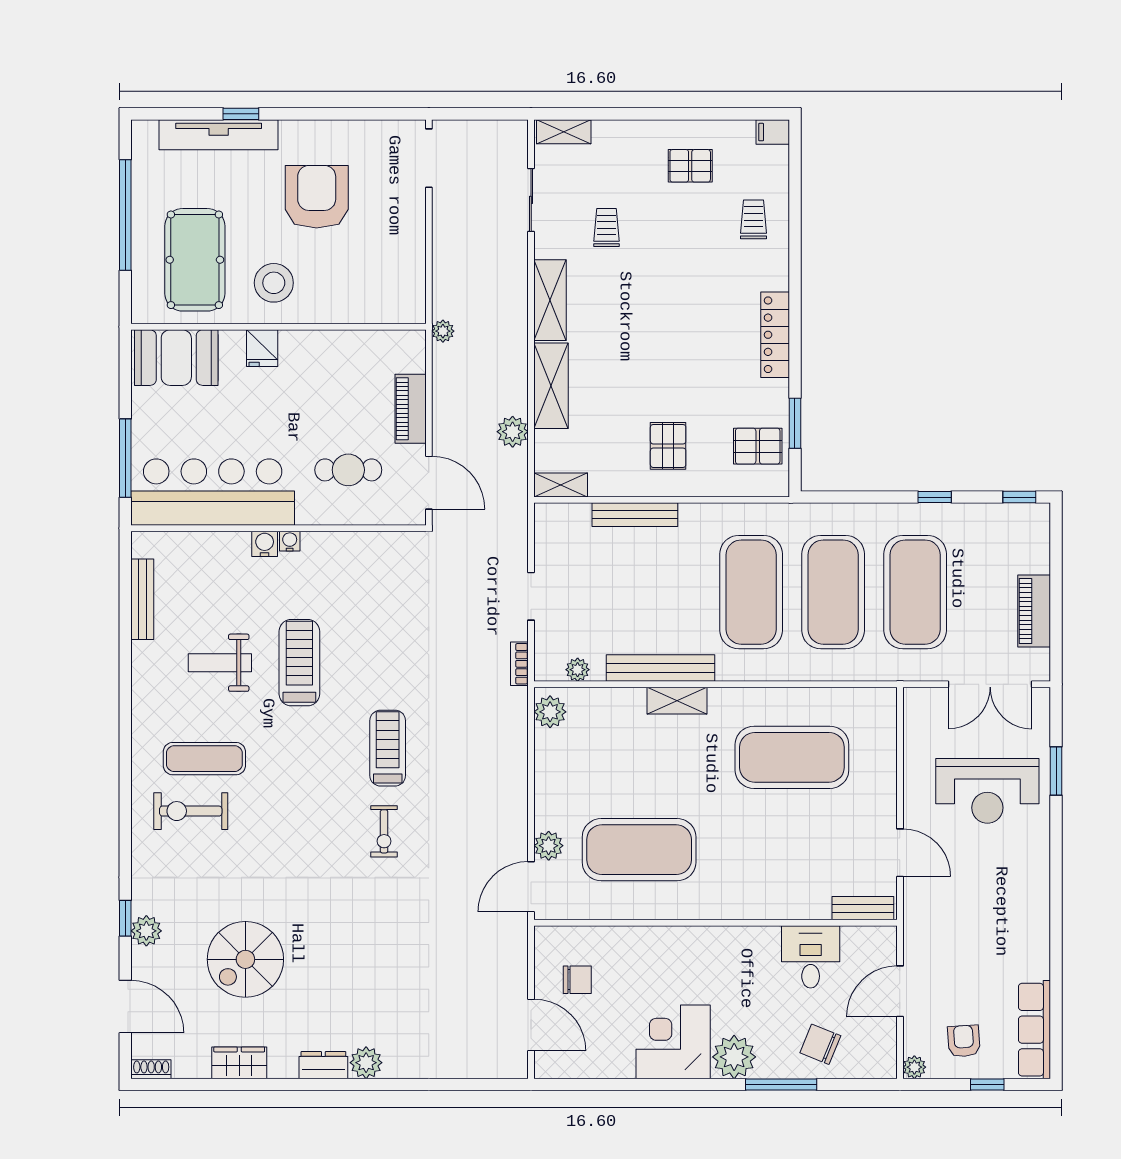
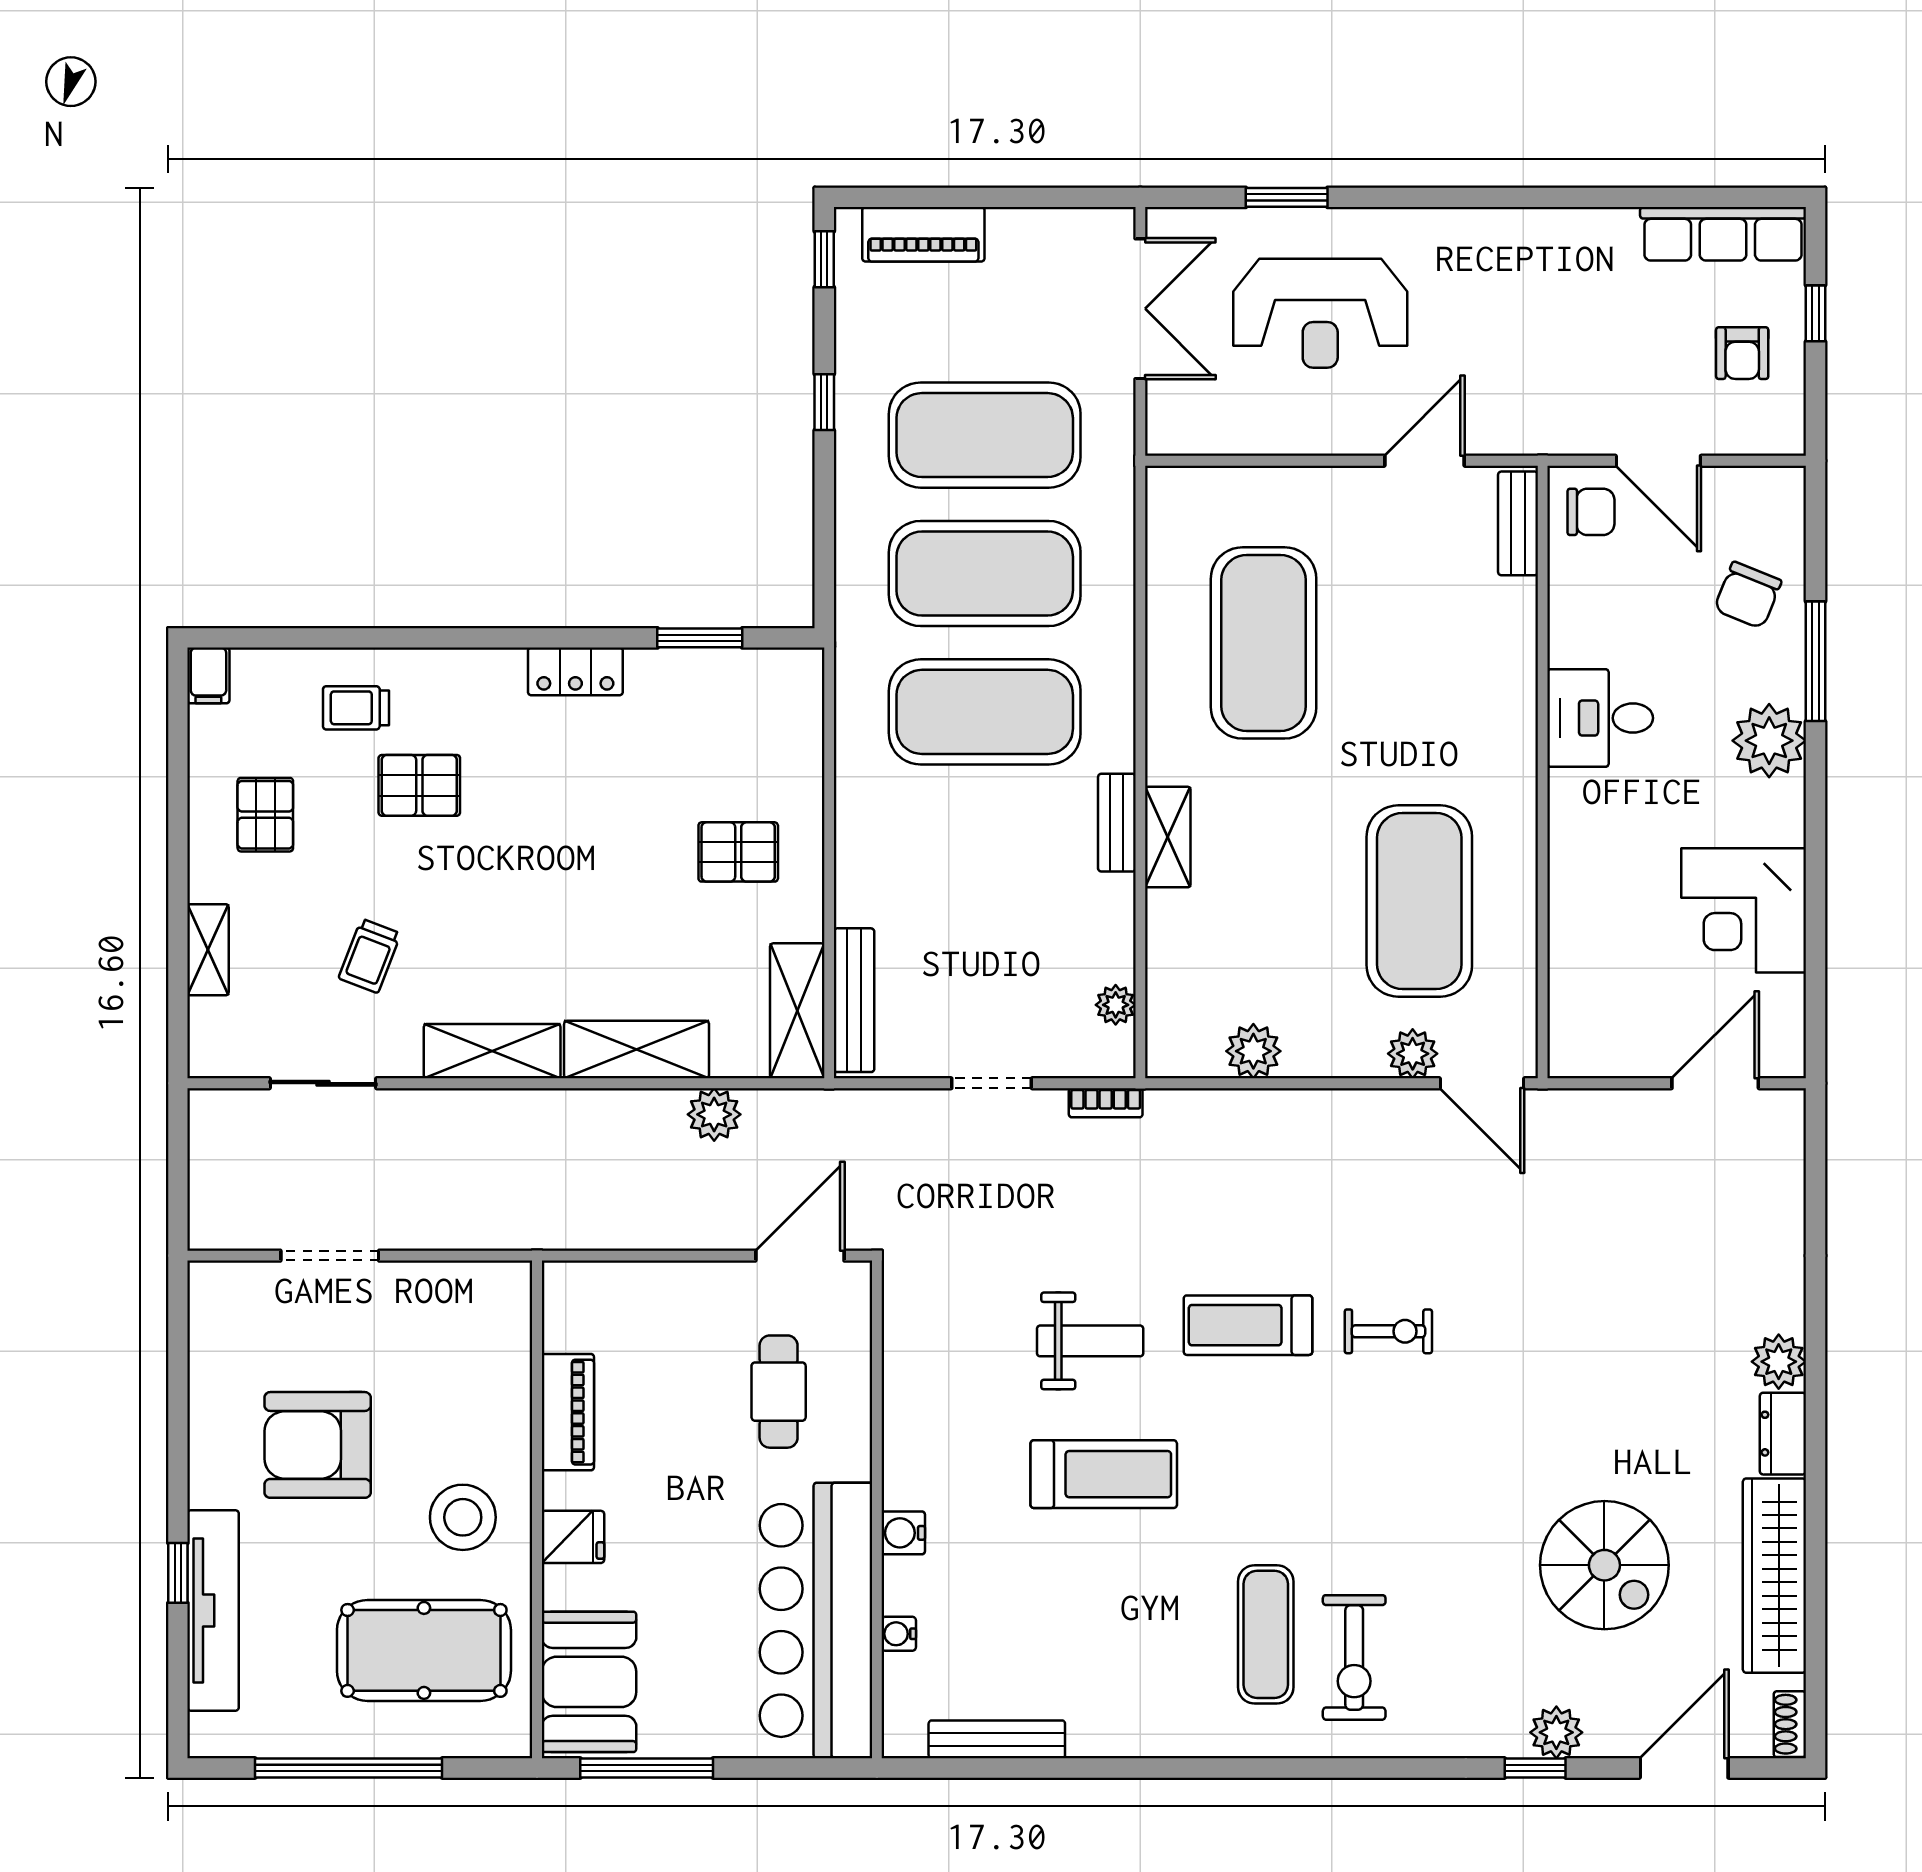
shelving: (564, 132) -> (208, 950), moved
doorway: (429, 158) -> (330, 1256), moved
trolley: (606, 228) -> (370, 956), turned -69
plant: (443, 331) -> (544, 1232), removed
locker: (775, 335) -> (575, 671), width x0.66
piano: (411, 409) -> (568, 1412), moved, turned -90
pallet: (758, 446) -> (419, 785), moved, turned 90
window: (125, 458) -> (647, 1768), moved
shelving: (561, 485) -> (797, 1011), width x1.50, depth x1.33
bench: (635, 515) -> (854, 1000), moved
water cooler: (290, 541) -> (899, 1634), moved
piano: (1034, 611) -> (923, 234), moved
weight bench: (220, 663) -> (1090, 1341), moved, turned -90
treadmill: (299, 663) -> (1104, 1474), turned 180
bench: (660, 668) -> (1117, 823), width x0.54, depth x0.82
plant: (550, 712) -> (1253, 1051), moved
reception desk: (987, 791) -> (1320, 313), turned 90
desk: (811, 957) -> (1600, 718), moved
chair: (577, 980) -> (1591, 512), moved, turned 90
armchair: (964, 1041) -> (1742, 353), turned -86
corner desk: (673, 1042) -> (1744, 910), moved
wardrobe: (239, 1063) -> (1774, 1576), width x2.10, depth x1.17
plant: (914, 1067) -> (1786, 436), removed

